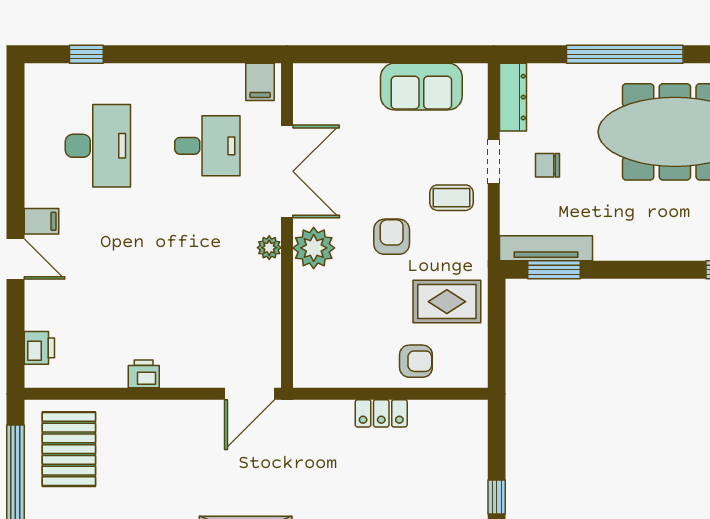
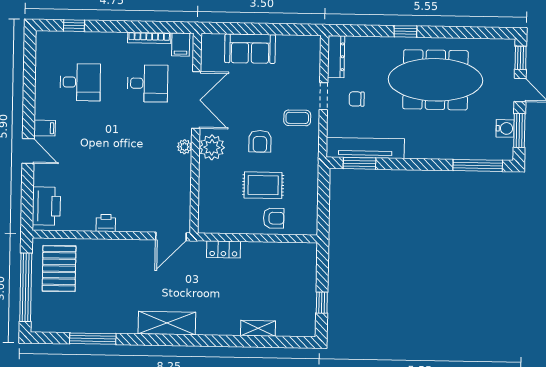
window: (625, 54) -> (405, 31), width x0.32
bookcase: (209, 72) -> (149, 38), added
sofa: (421, 87) -> (250, 49), moved
desk: (98, 146) -> (80, 82), width x0.73
armchair: (392, 237) -> (260, 141), turned 180
tv unit: (546, 248) -> (365, 148), width x1.36, depth x1.29
rug: (447, 302) -> (263, 185), moved
printer: (39, 348) -> (46, 206), width x1.87, depth x1.48
locker: (381, 413) -> (223, 249), moved

